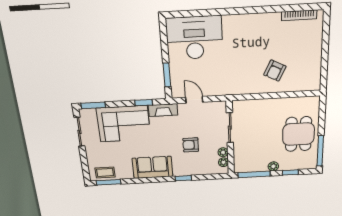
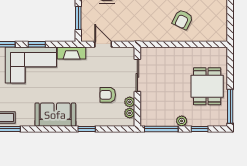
window: (144, 103) -> (37, 44), moved
armchair: (191, 145) -> (108, 95), moved

